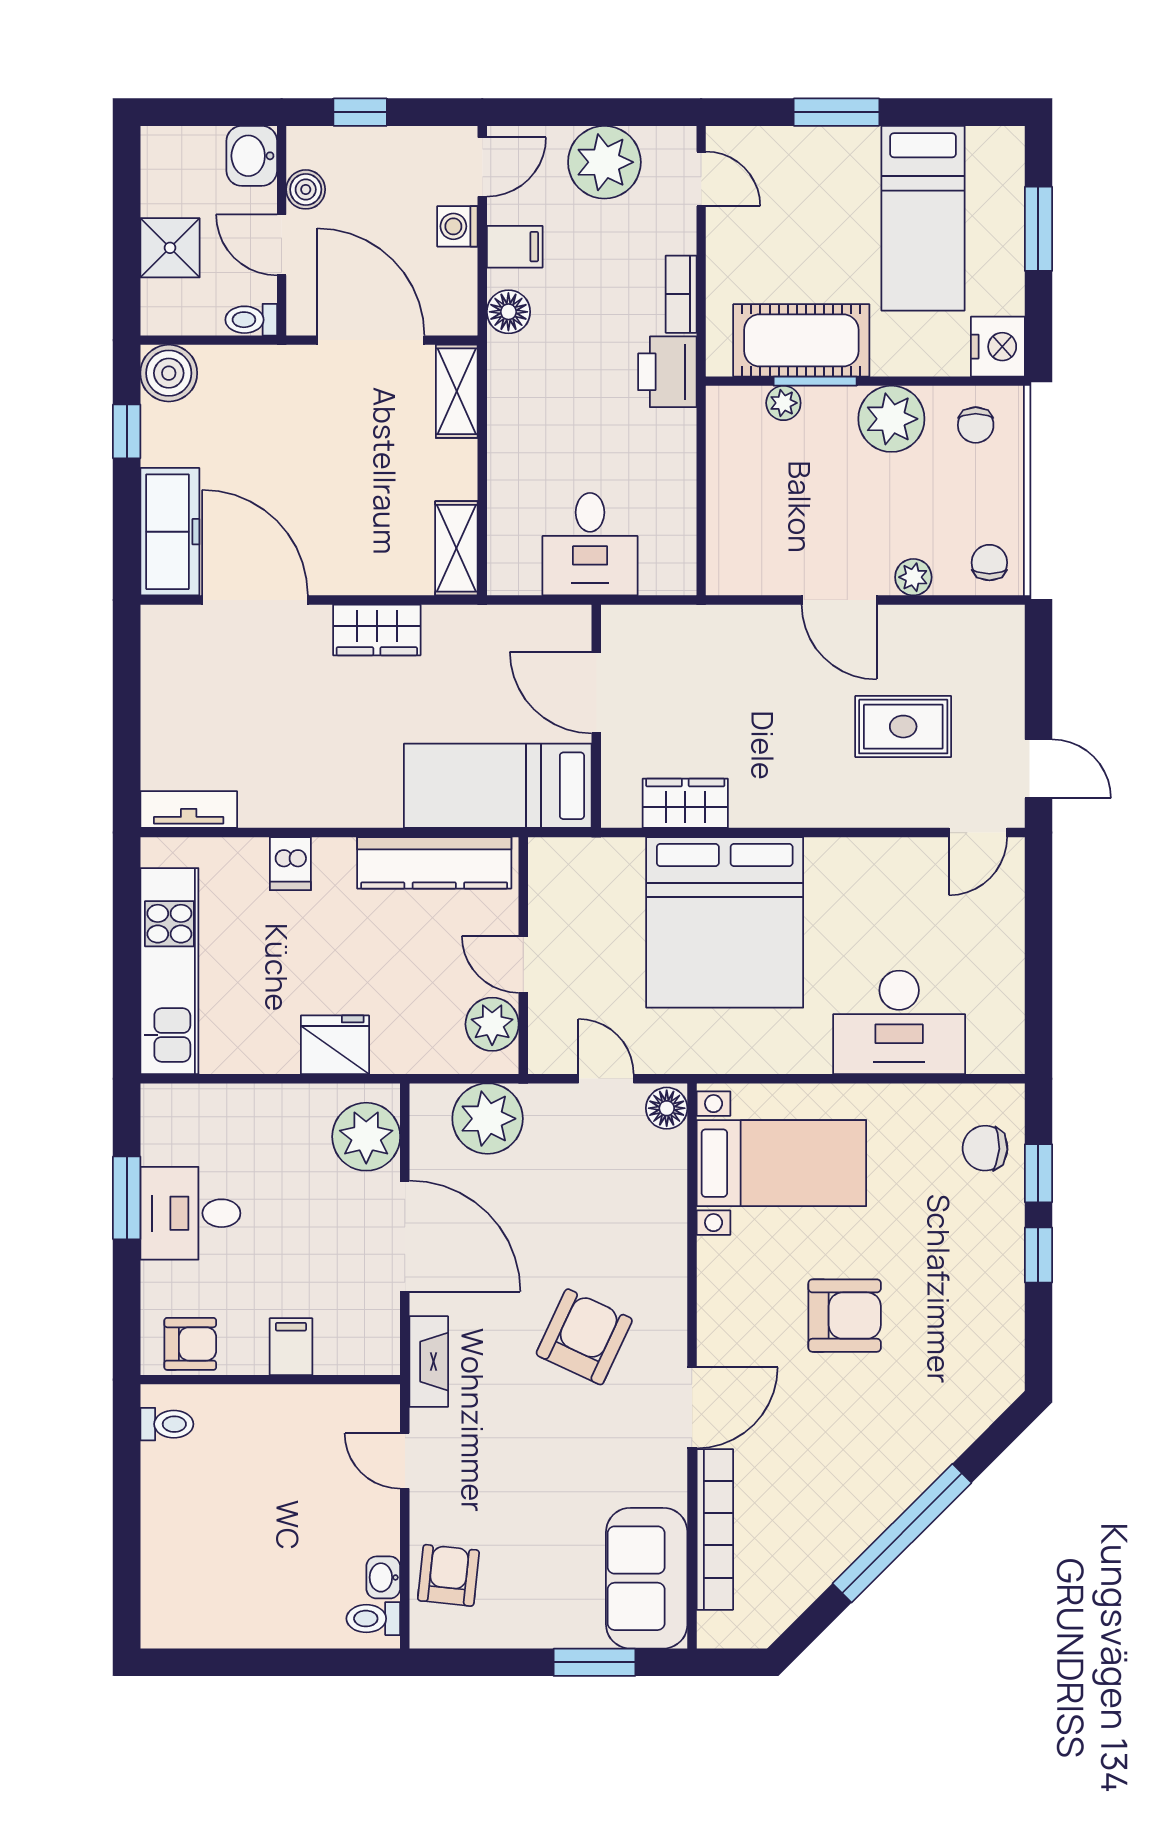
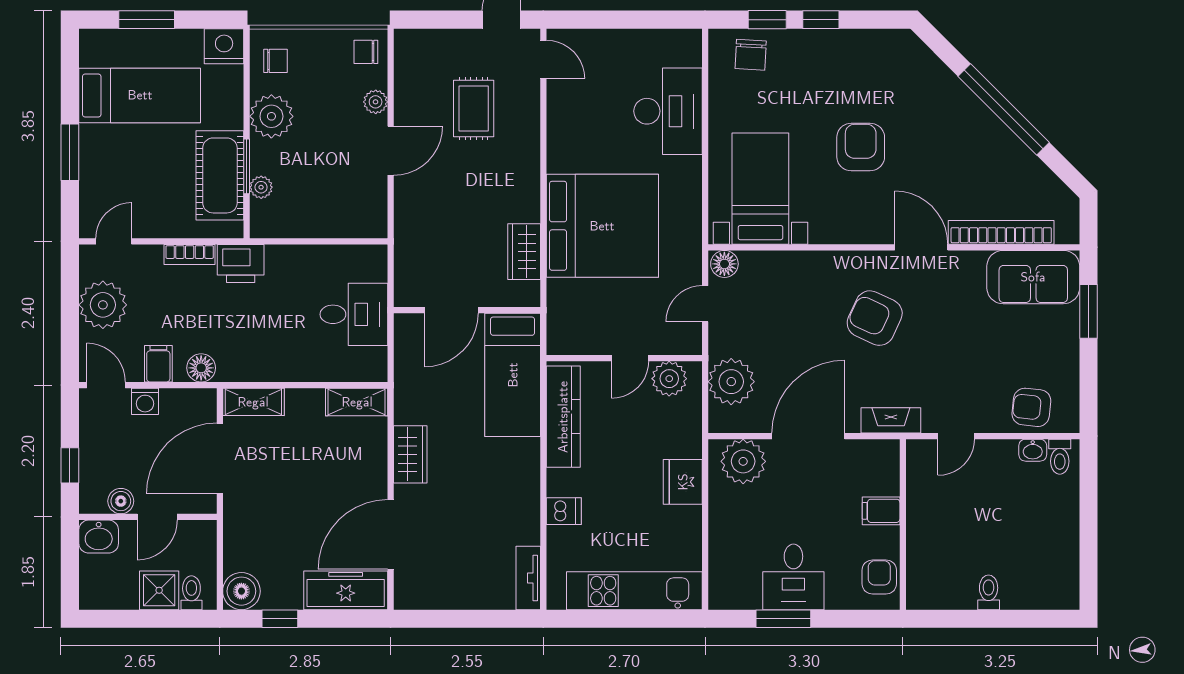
toilet: (251, 320) -> (191, 593), moved, turned 180
toilet: (167, 1424) -> (989, 592), moved

